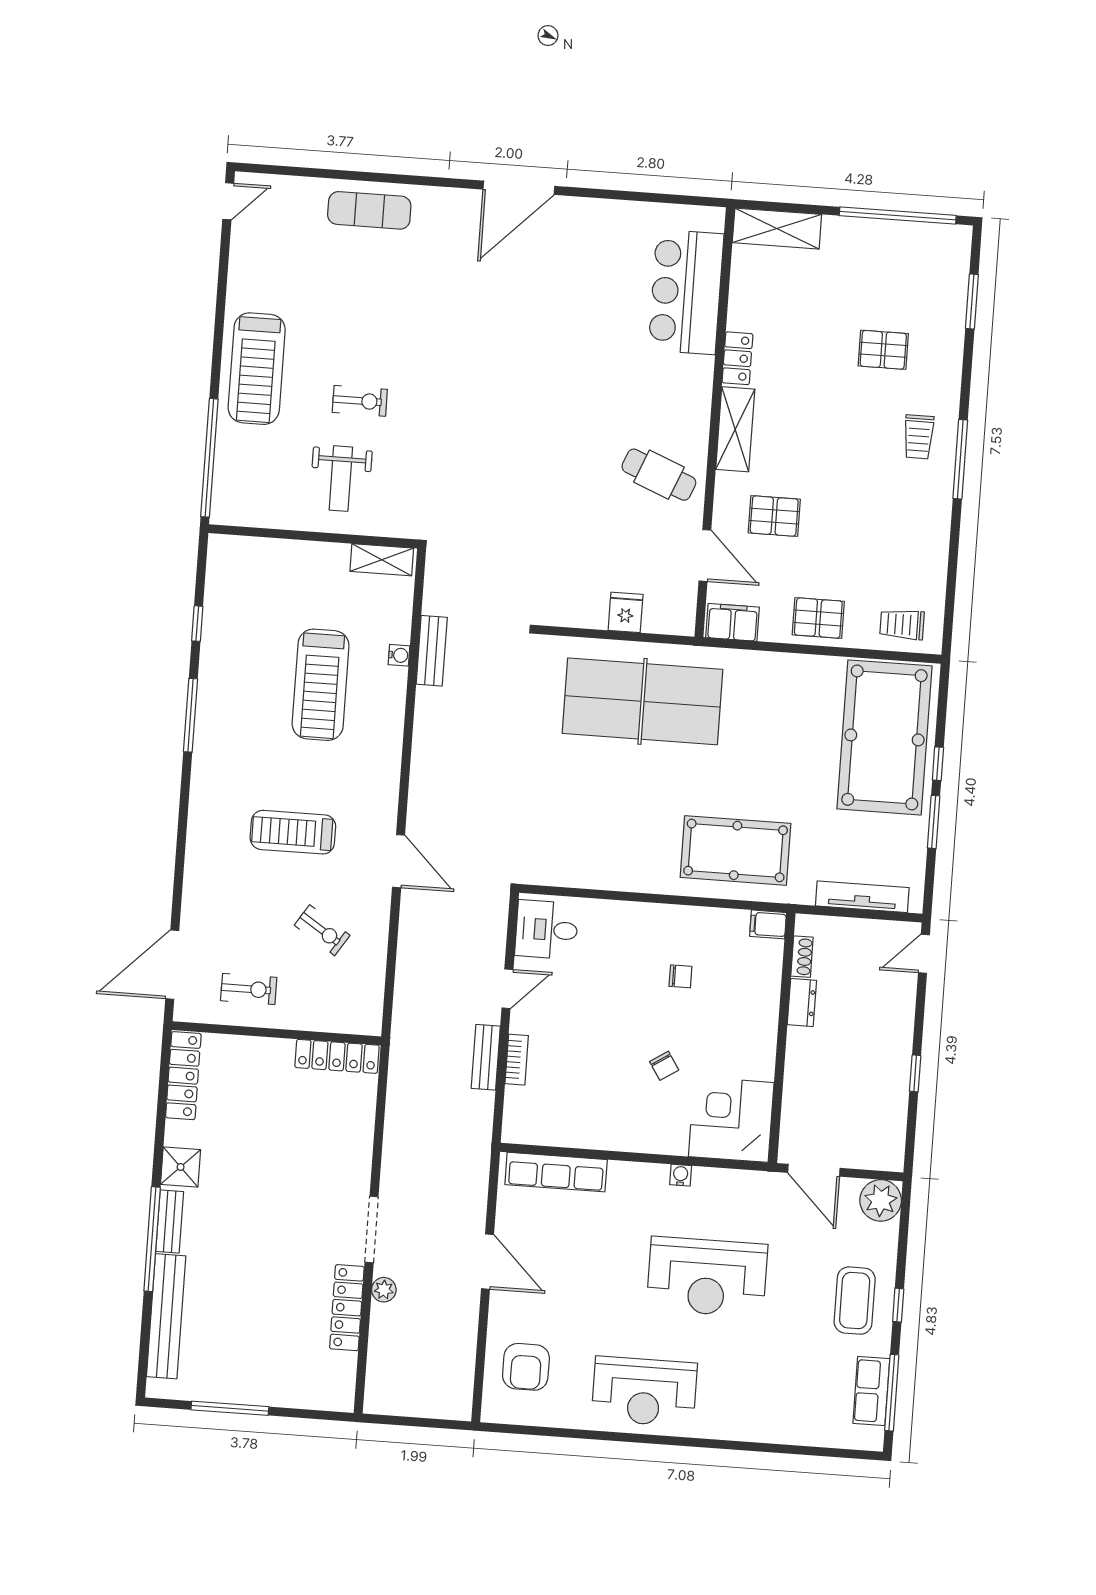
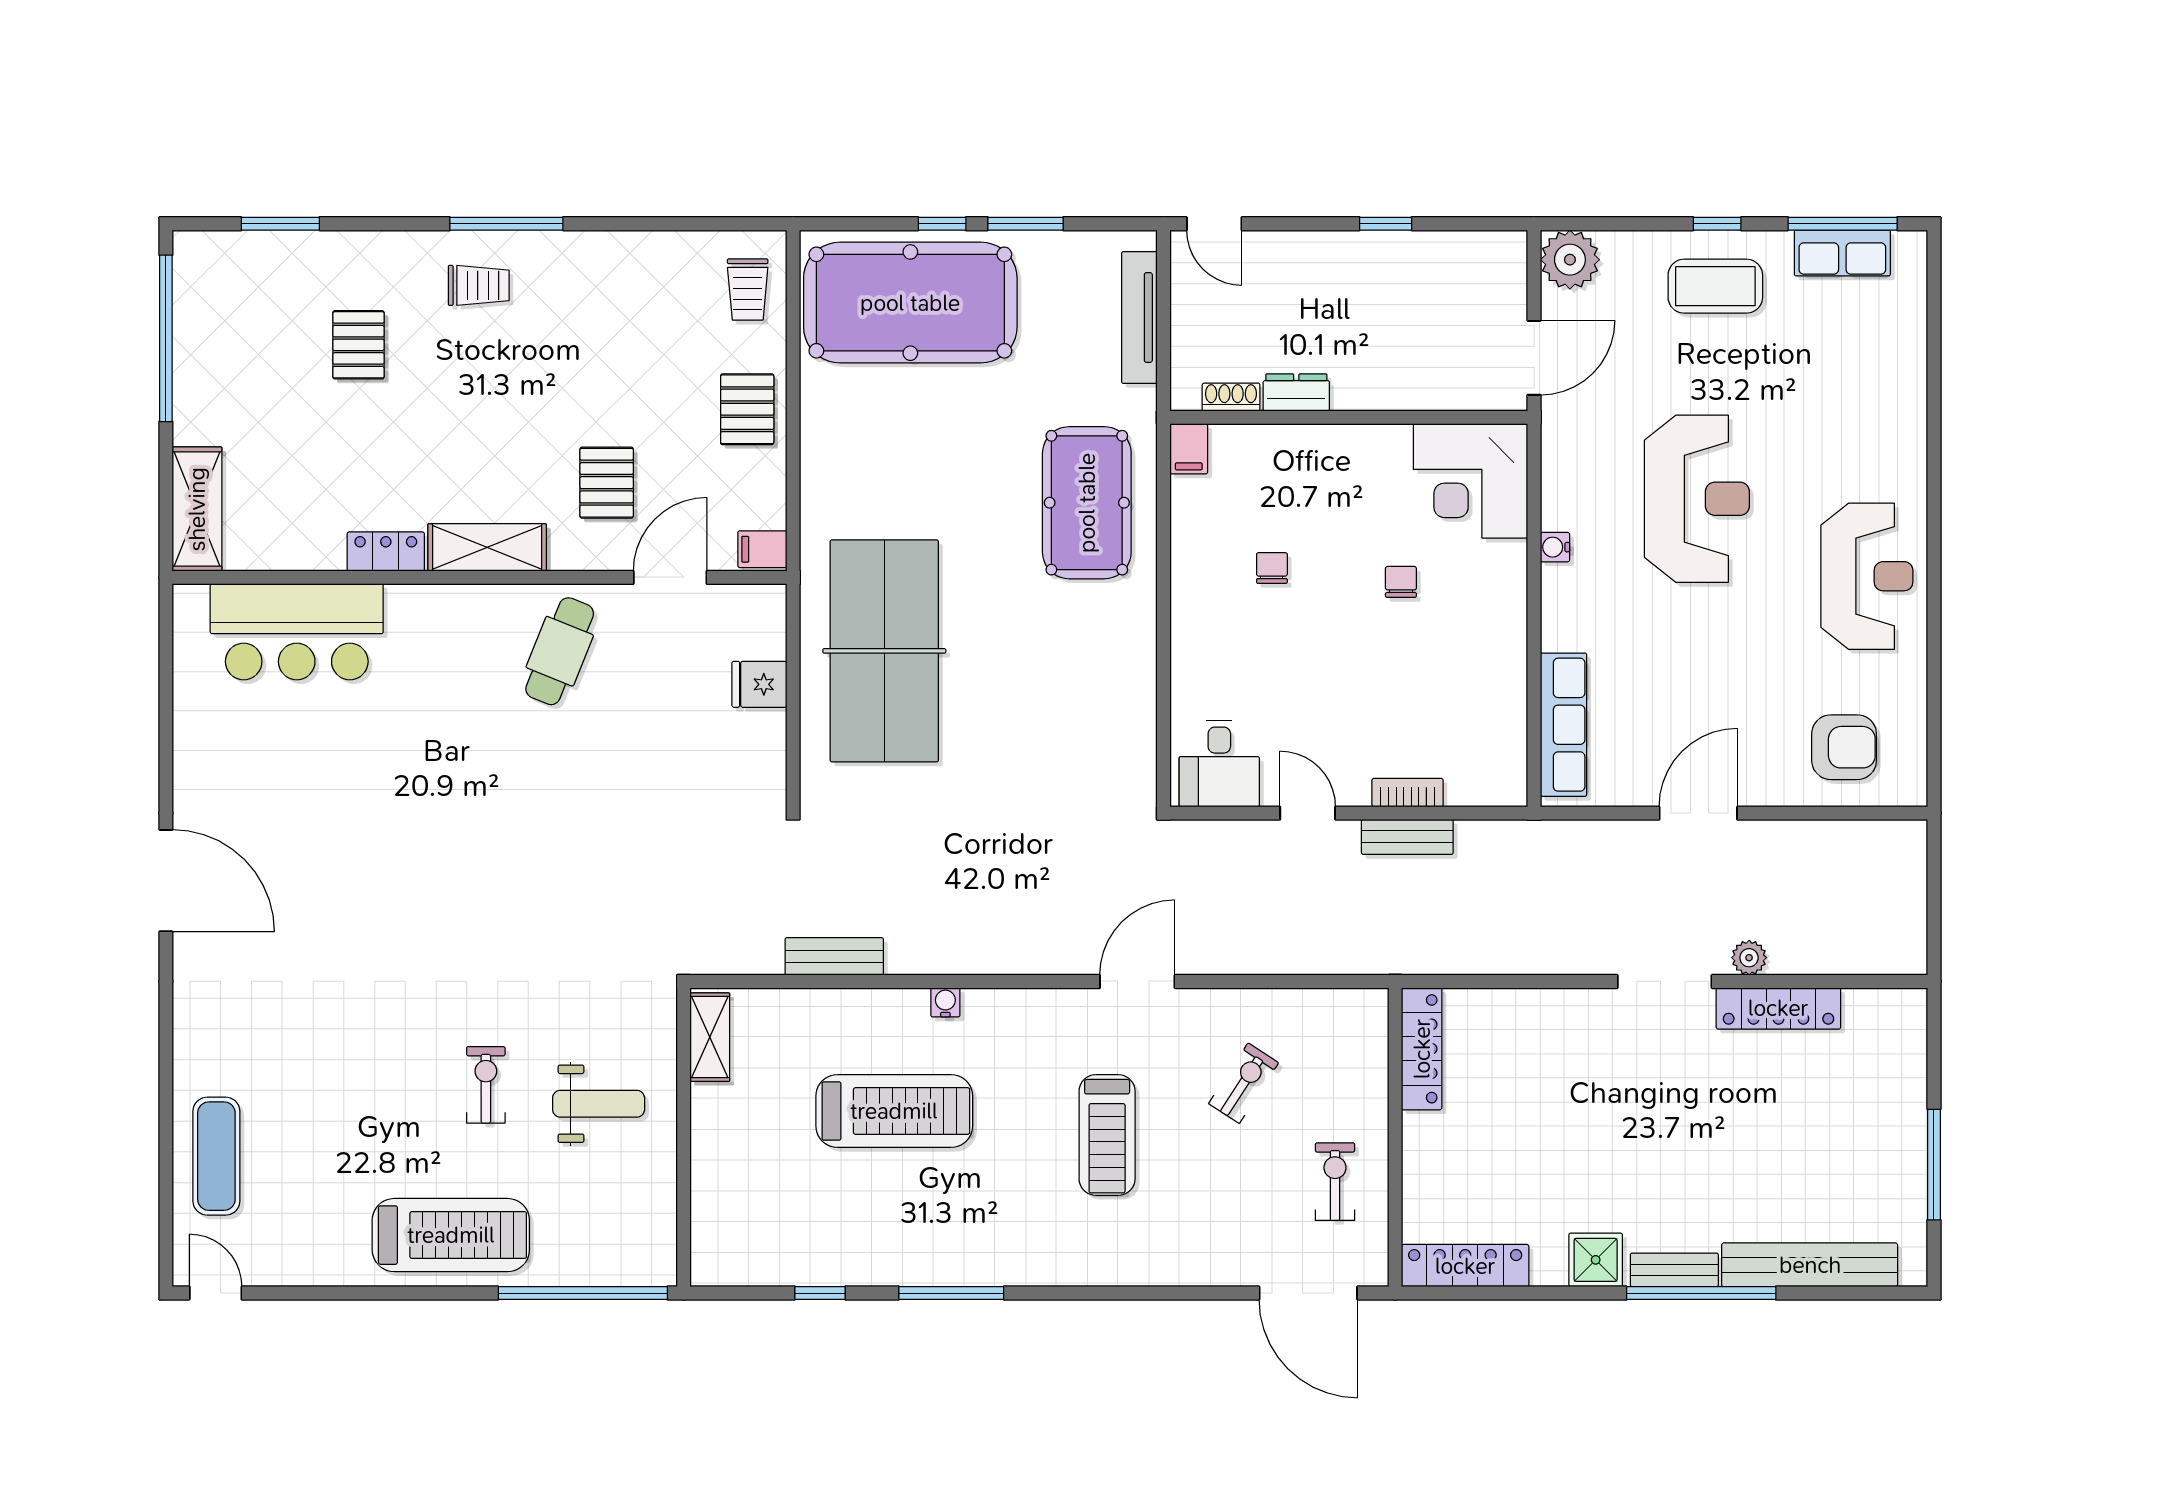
exercise mat: (369, 210) -> (216, 1156), moved
filing cabinet: (733, 622) -> (762, 549), width x0.50
water cooler: (399, 655) -> (945, 1002), moved
chair: (664, 1066) -> (1401, 582), turned -57

